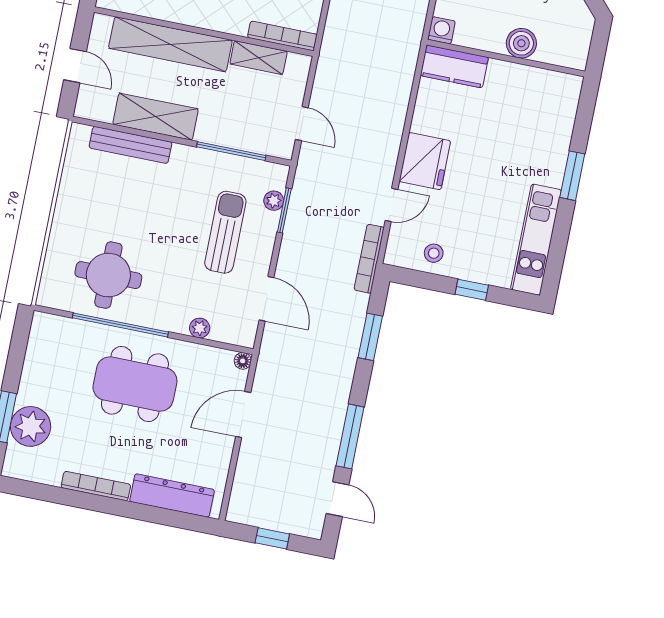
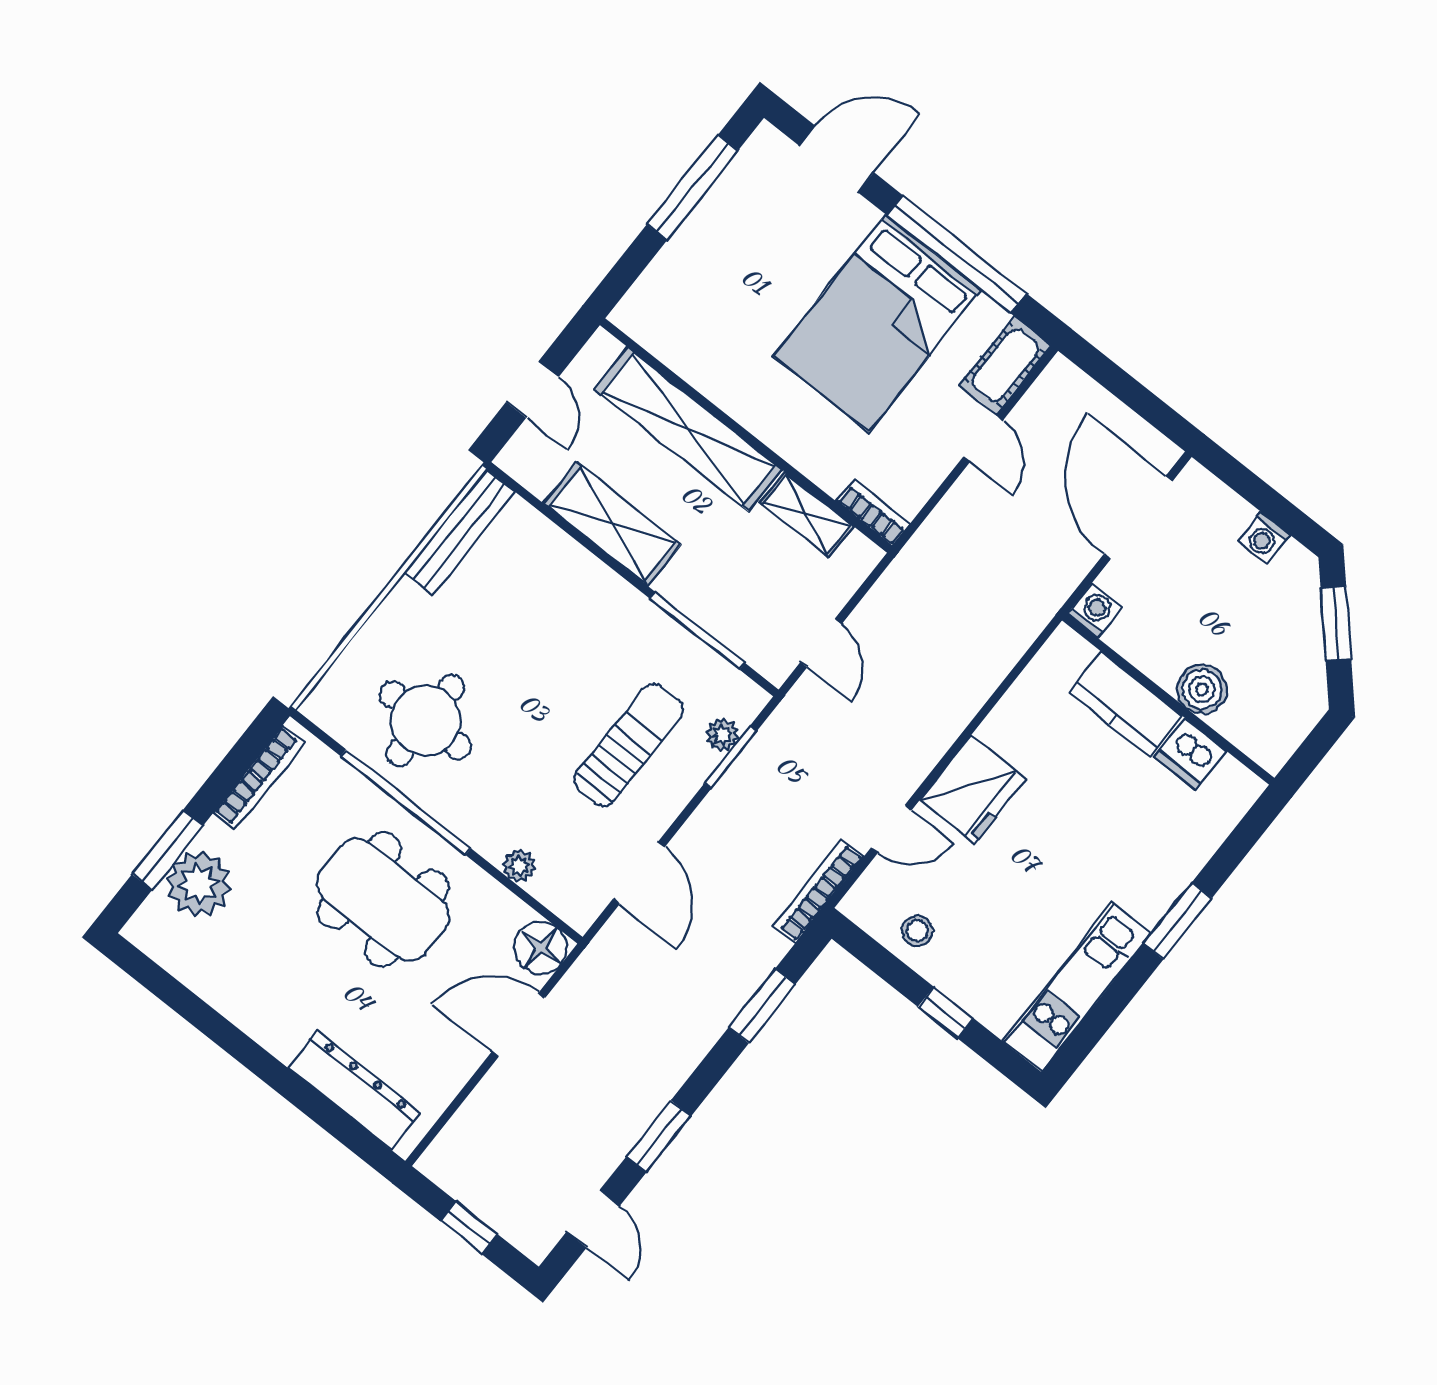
bookcase: (282, 36) -> (873, 513), width x0.64
kitchen counter: (454, 66) -> (1125, 704), moved
dishwasher: (533, 82) -> (1190, 754), added
bench: (130, 145) -> (459, 532), moved, turned 90
floor lamp: (243, 361) -> (541, 948), width x1.89, depth x1.89
window: (350, 436) -> (659, 1136), width x0.69
bookcase: (96, 486) -> (259, 778), moved, turned 90

